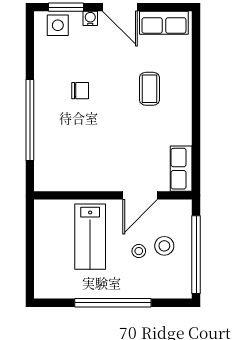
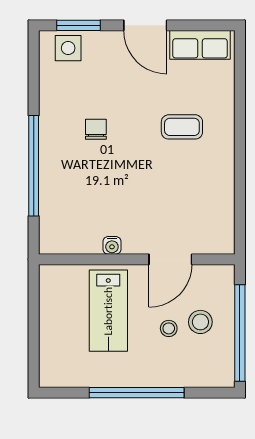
water cooler: (90, 18) -> (112, 245), moved, turned 180
coffee table: (149, 89) -> (182, 127), turned 90
chair: (80, 91) -> (96, 129), turned -90
row of seats: (181, 169) -> (221, 226), removed

